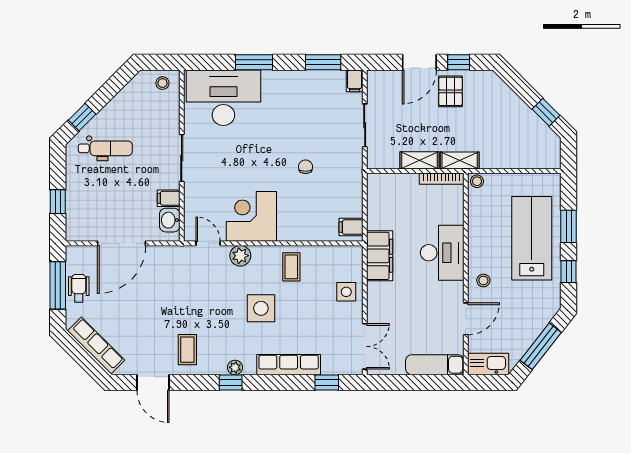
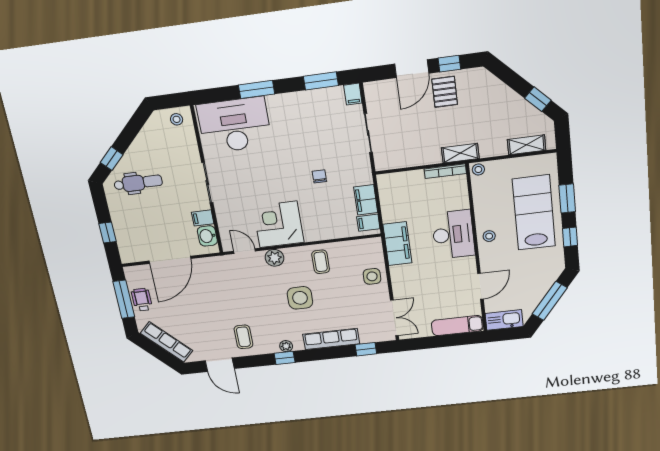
shelving: (419, 160) -> (527, 145), moved
filing cabinet: (352, 200) -> (366, 200), added
stool: (483, 280) -> (489, 236), moved

